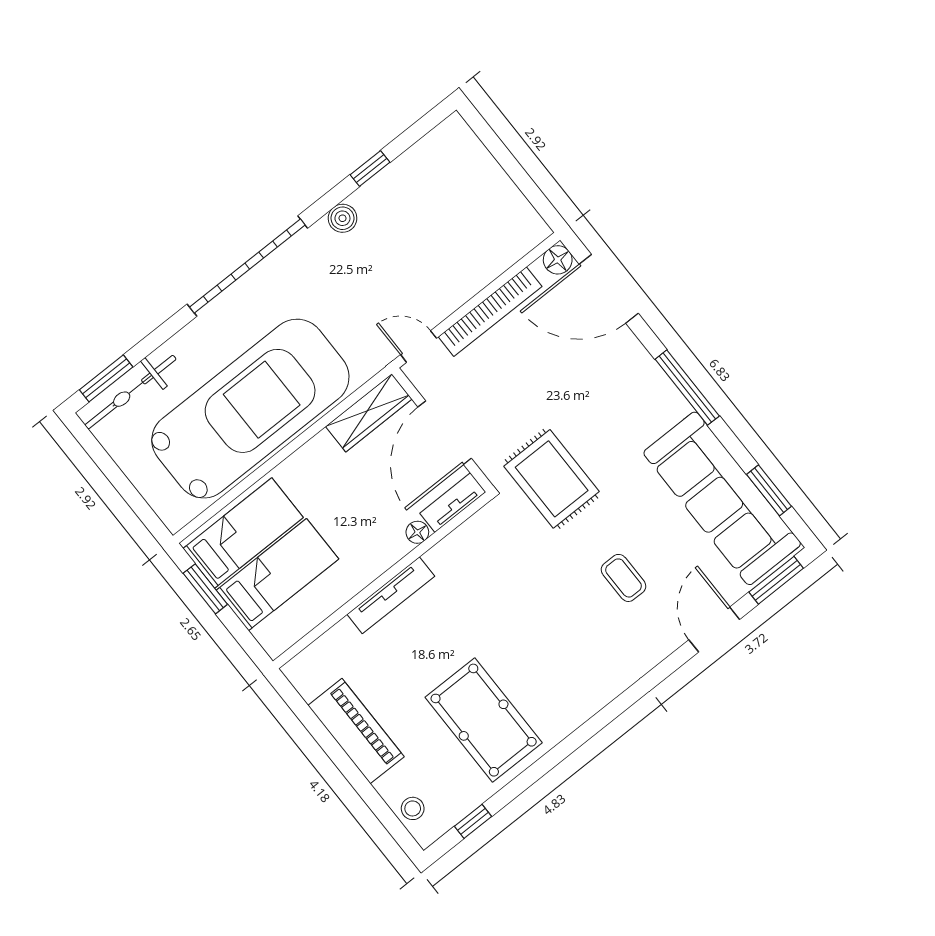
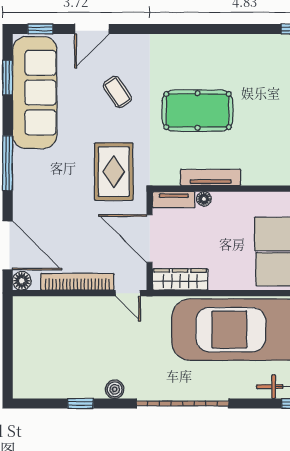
door: (445, 433) -> (150, 239), swing flipped
coffee table: (624, 578) -> (117, 92), turned -34
window: (776, 580) -> (40, 29), width x0.67
tv unit: (391, 595) -> (211, 178), moved
pool table: (484, 720) -> (198, 110), moved, turned 90

